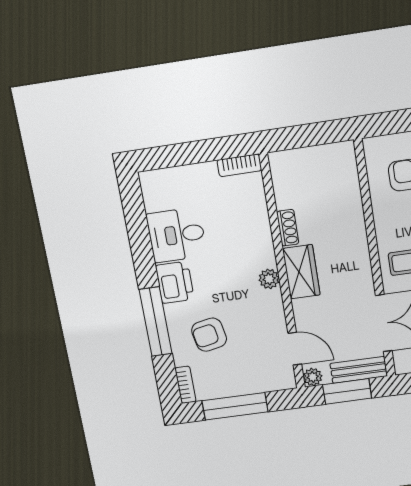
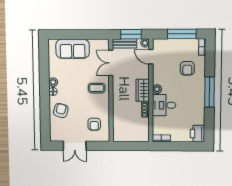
desk: (177, 235) -> (164, 105), moved, turned 180
printer: (175, 282) -> (197, 134), moved
window: (156, 322) -> (210, 92), moved
armchair: (209, 335) -> (187, 68), turned 100

